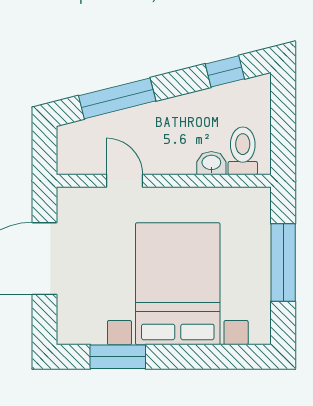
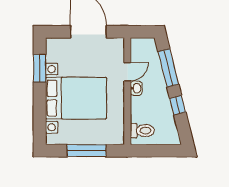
window: (225, 71) -> (178, 105), moved
washbasin: (211, 163) -> (136, 88), moved

